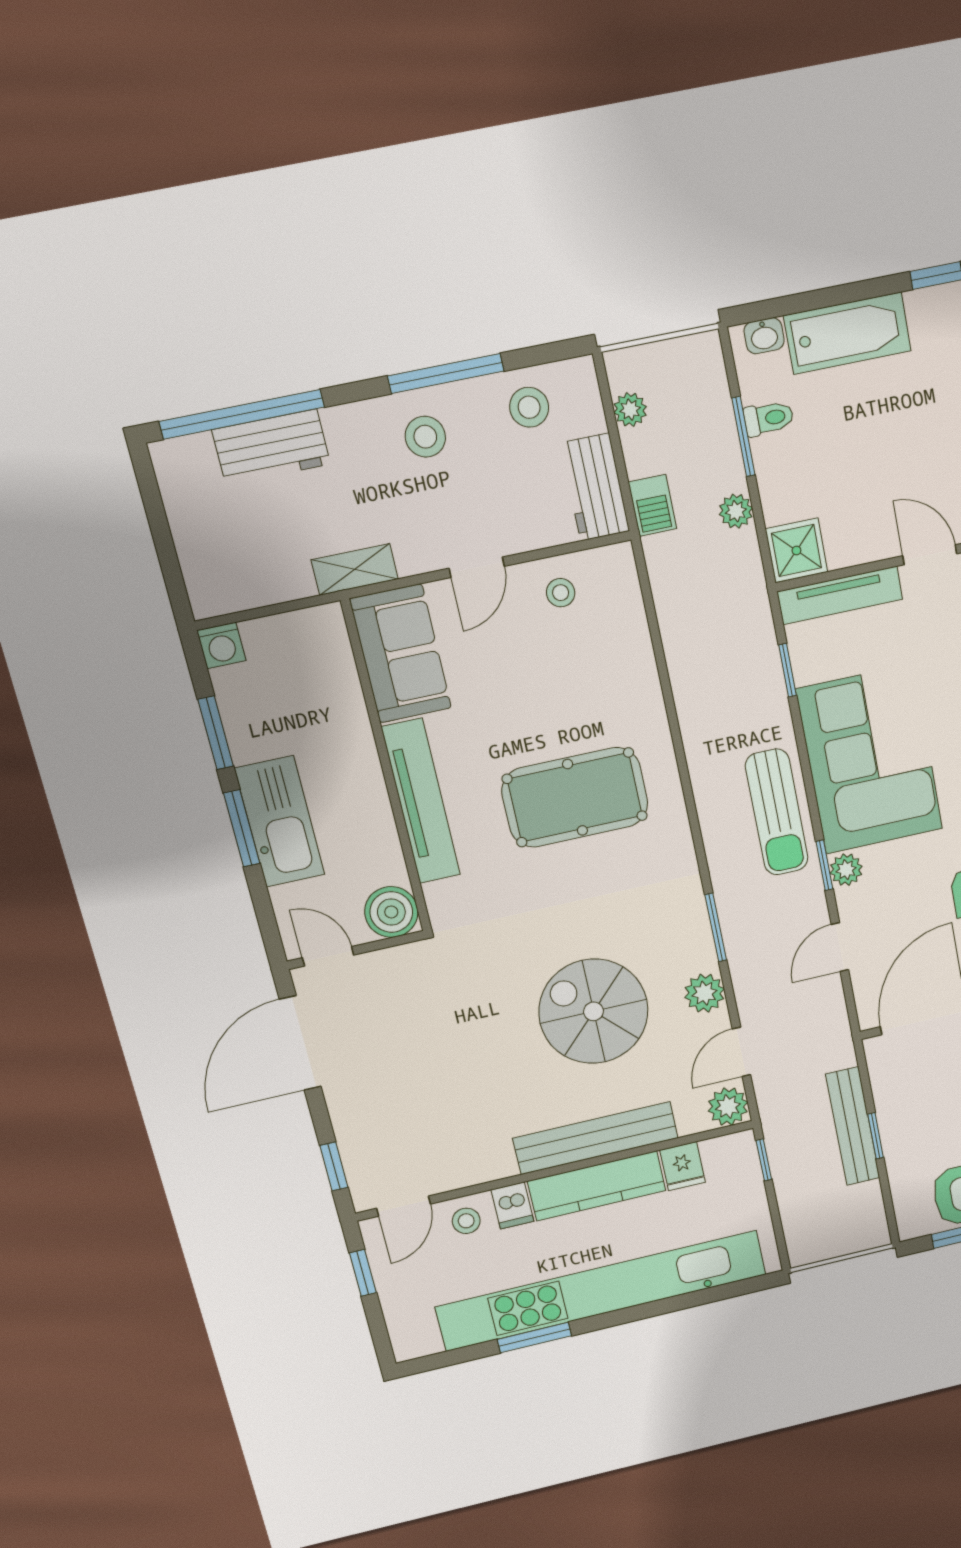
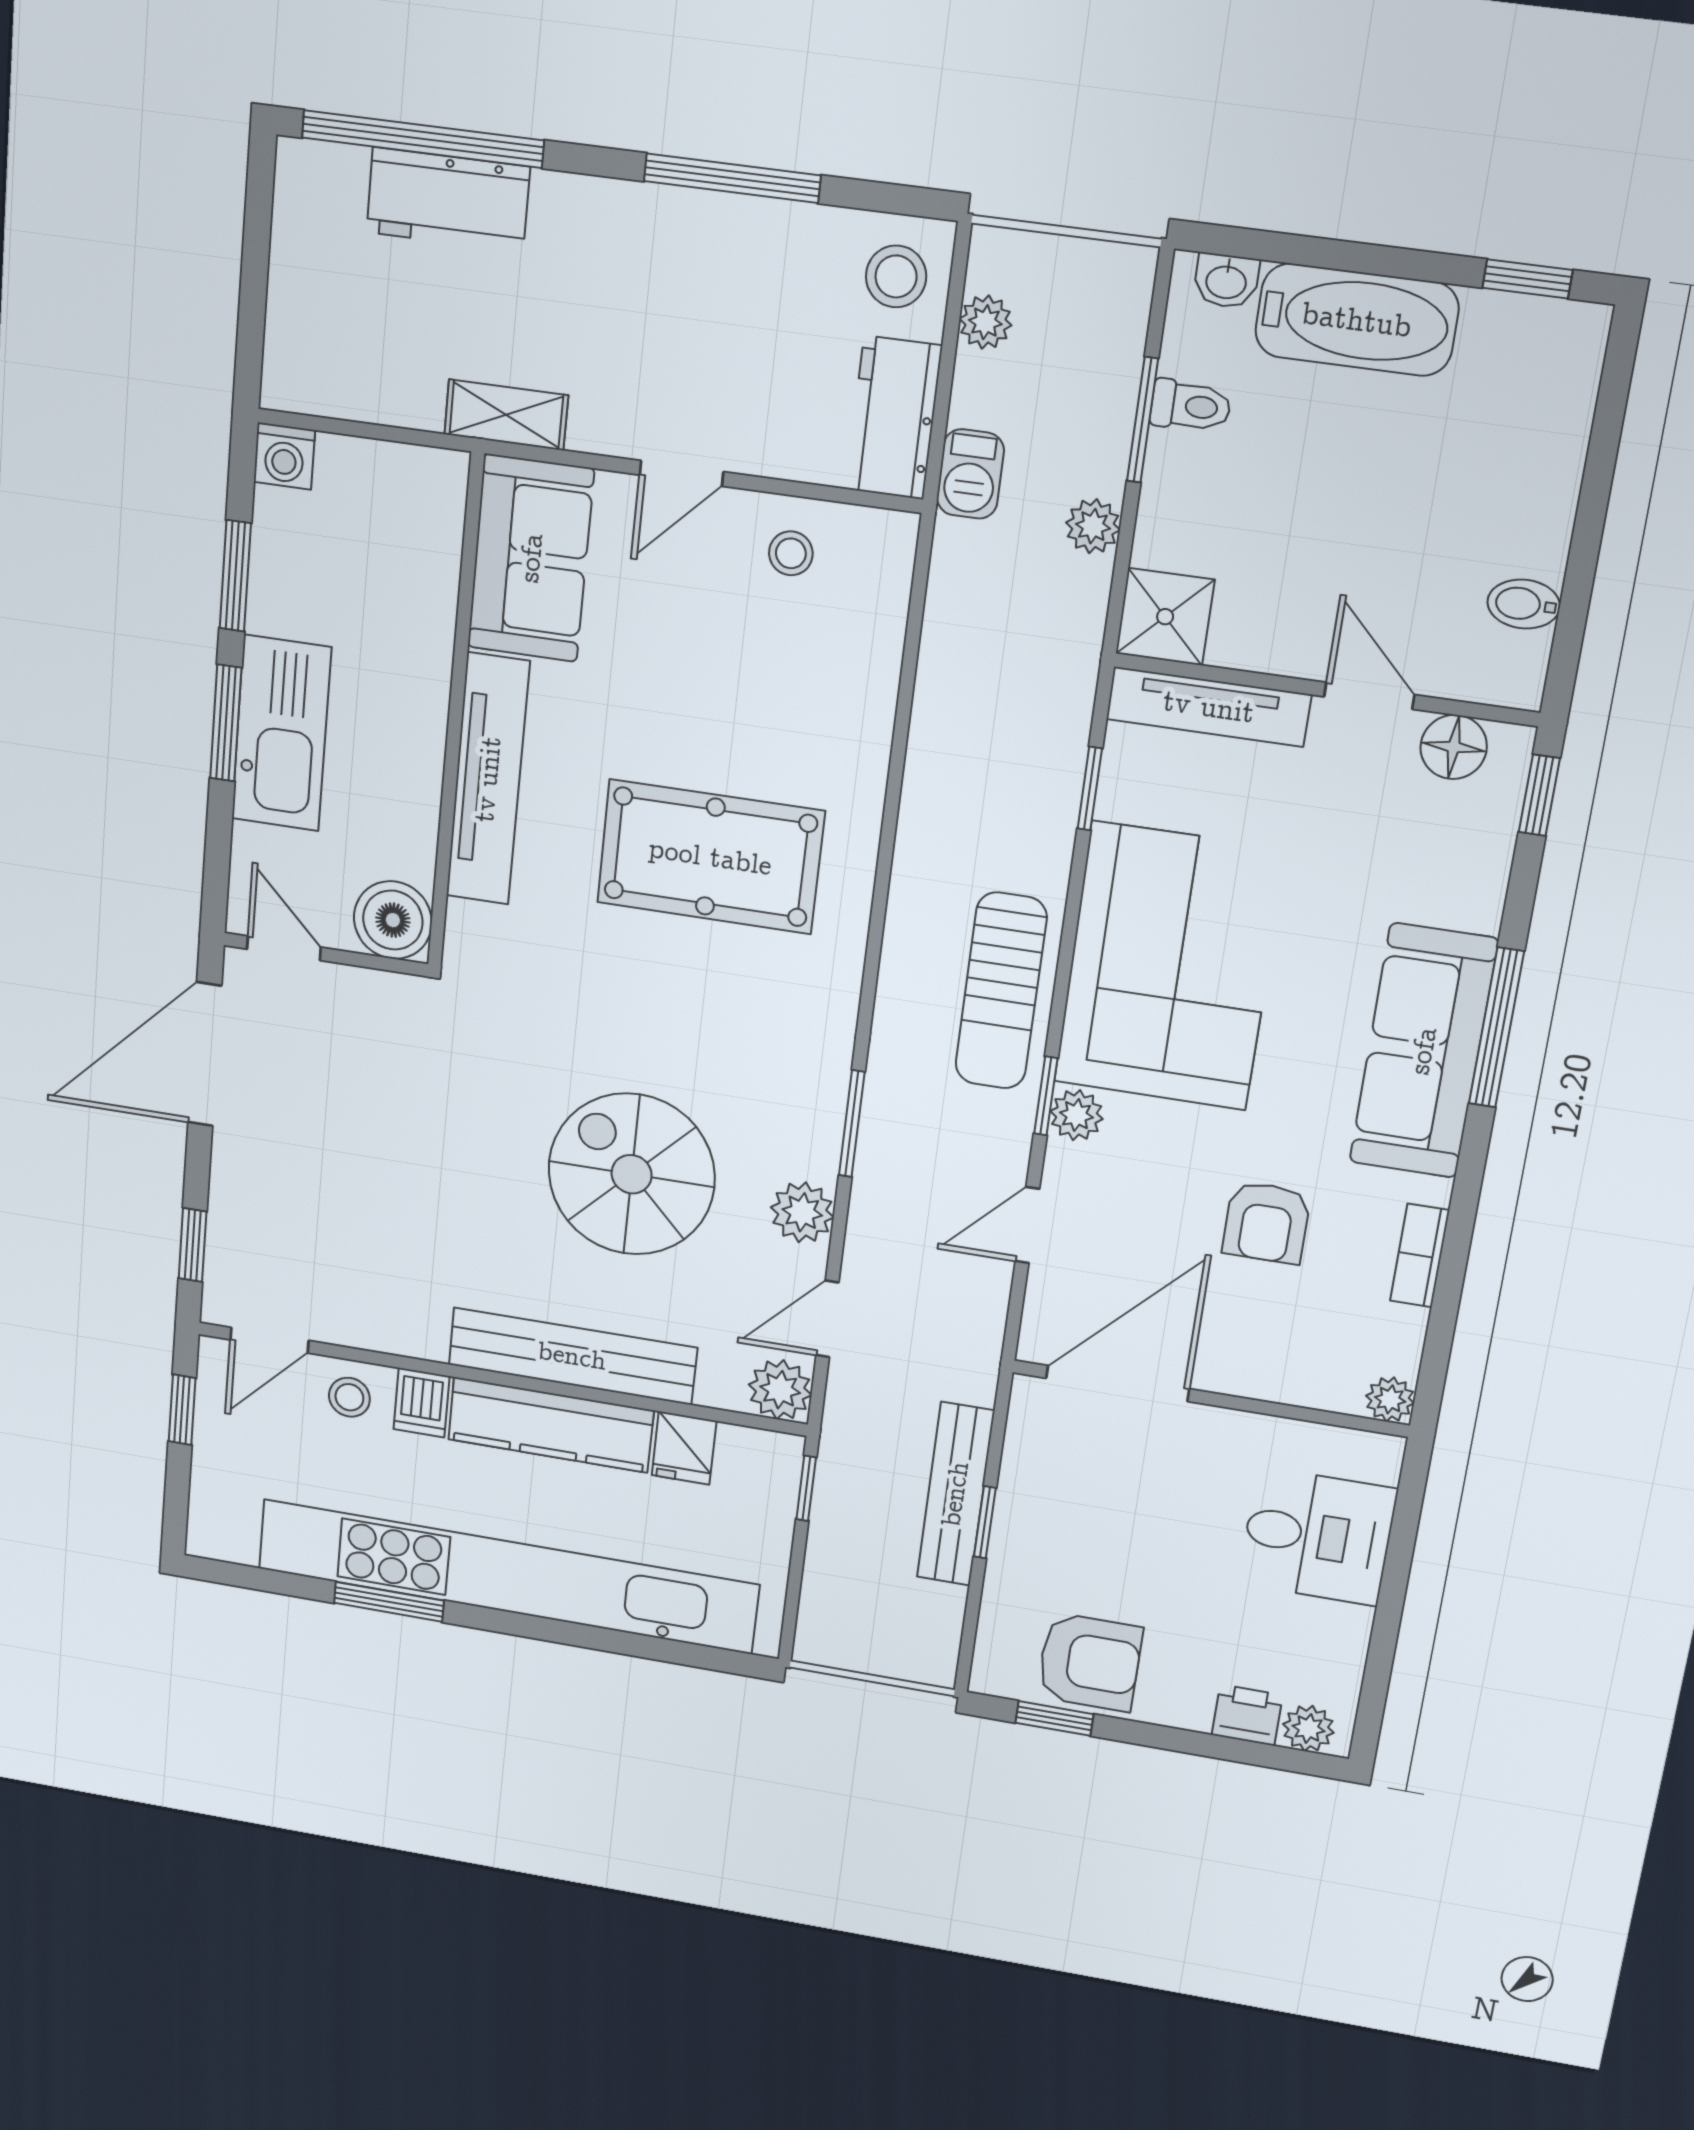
stool: (529, 407) -> (896, 276), moved
stool: (425, 437) -> (672, 259), removed

